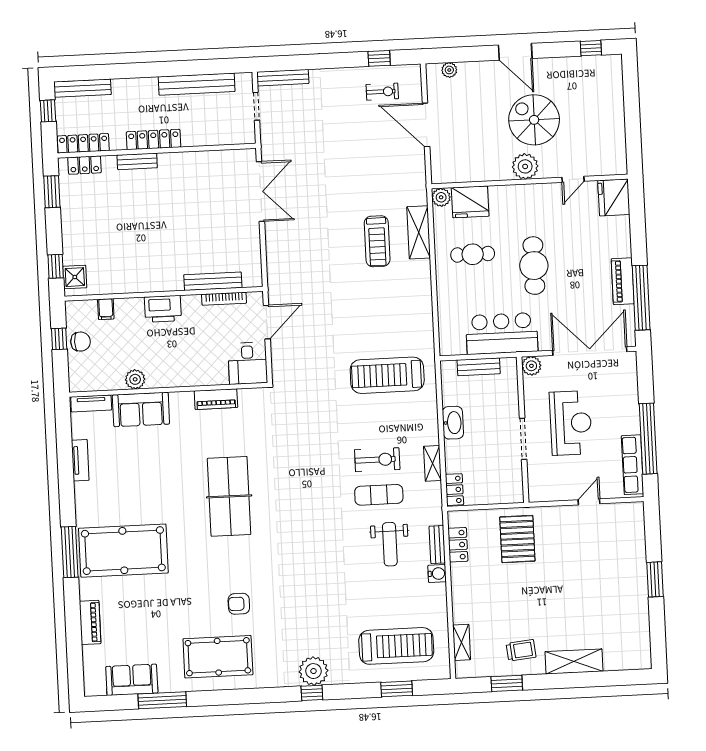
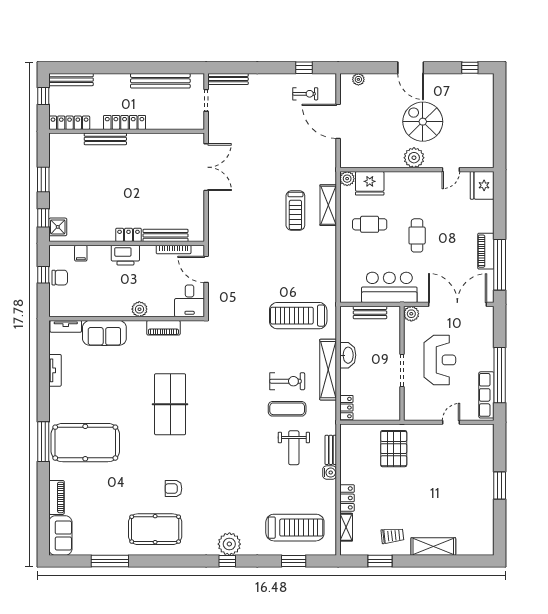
bench: (137, 161) -> (105, 139), width x1.36
locker: (85, 165) -> (129, 235), moved, turned 180
window: (52, 192) -> (43, 179), moved
cafe table: (534, 266) -> (417, 235), width x0.73, depth x0.74
door: (267, 322) -> (206, 269), swing flipped
plant: (135, 379) -> (139, 309), moved
shelving: (432, 463) -> (328, 370), width x2.20, depth x1.33
locker: (458, 545) -> (347, 498), moved
sofa: (132, 680) -> (60, 536), moved, turned 90

